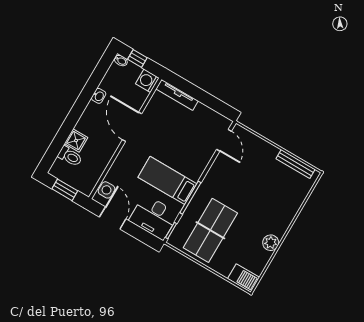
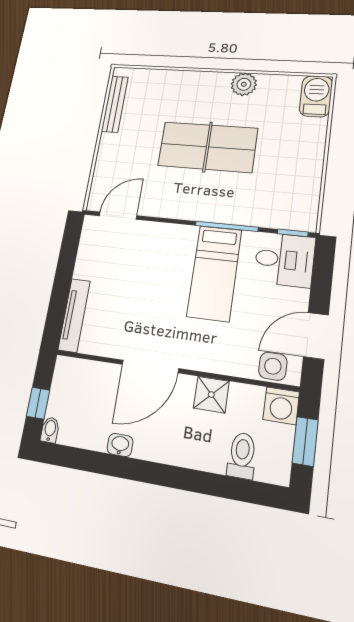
washing machine: (147, 81) -> (281, 406), moved
shower: (76, 141) -> (211, 395), moved
desk: (154, 217) -> (284, 260), width x0.73
table tennis table: (210, 230) -> (207, 147), moved

